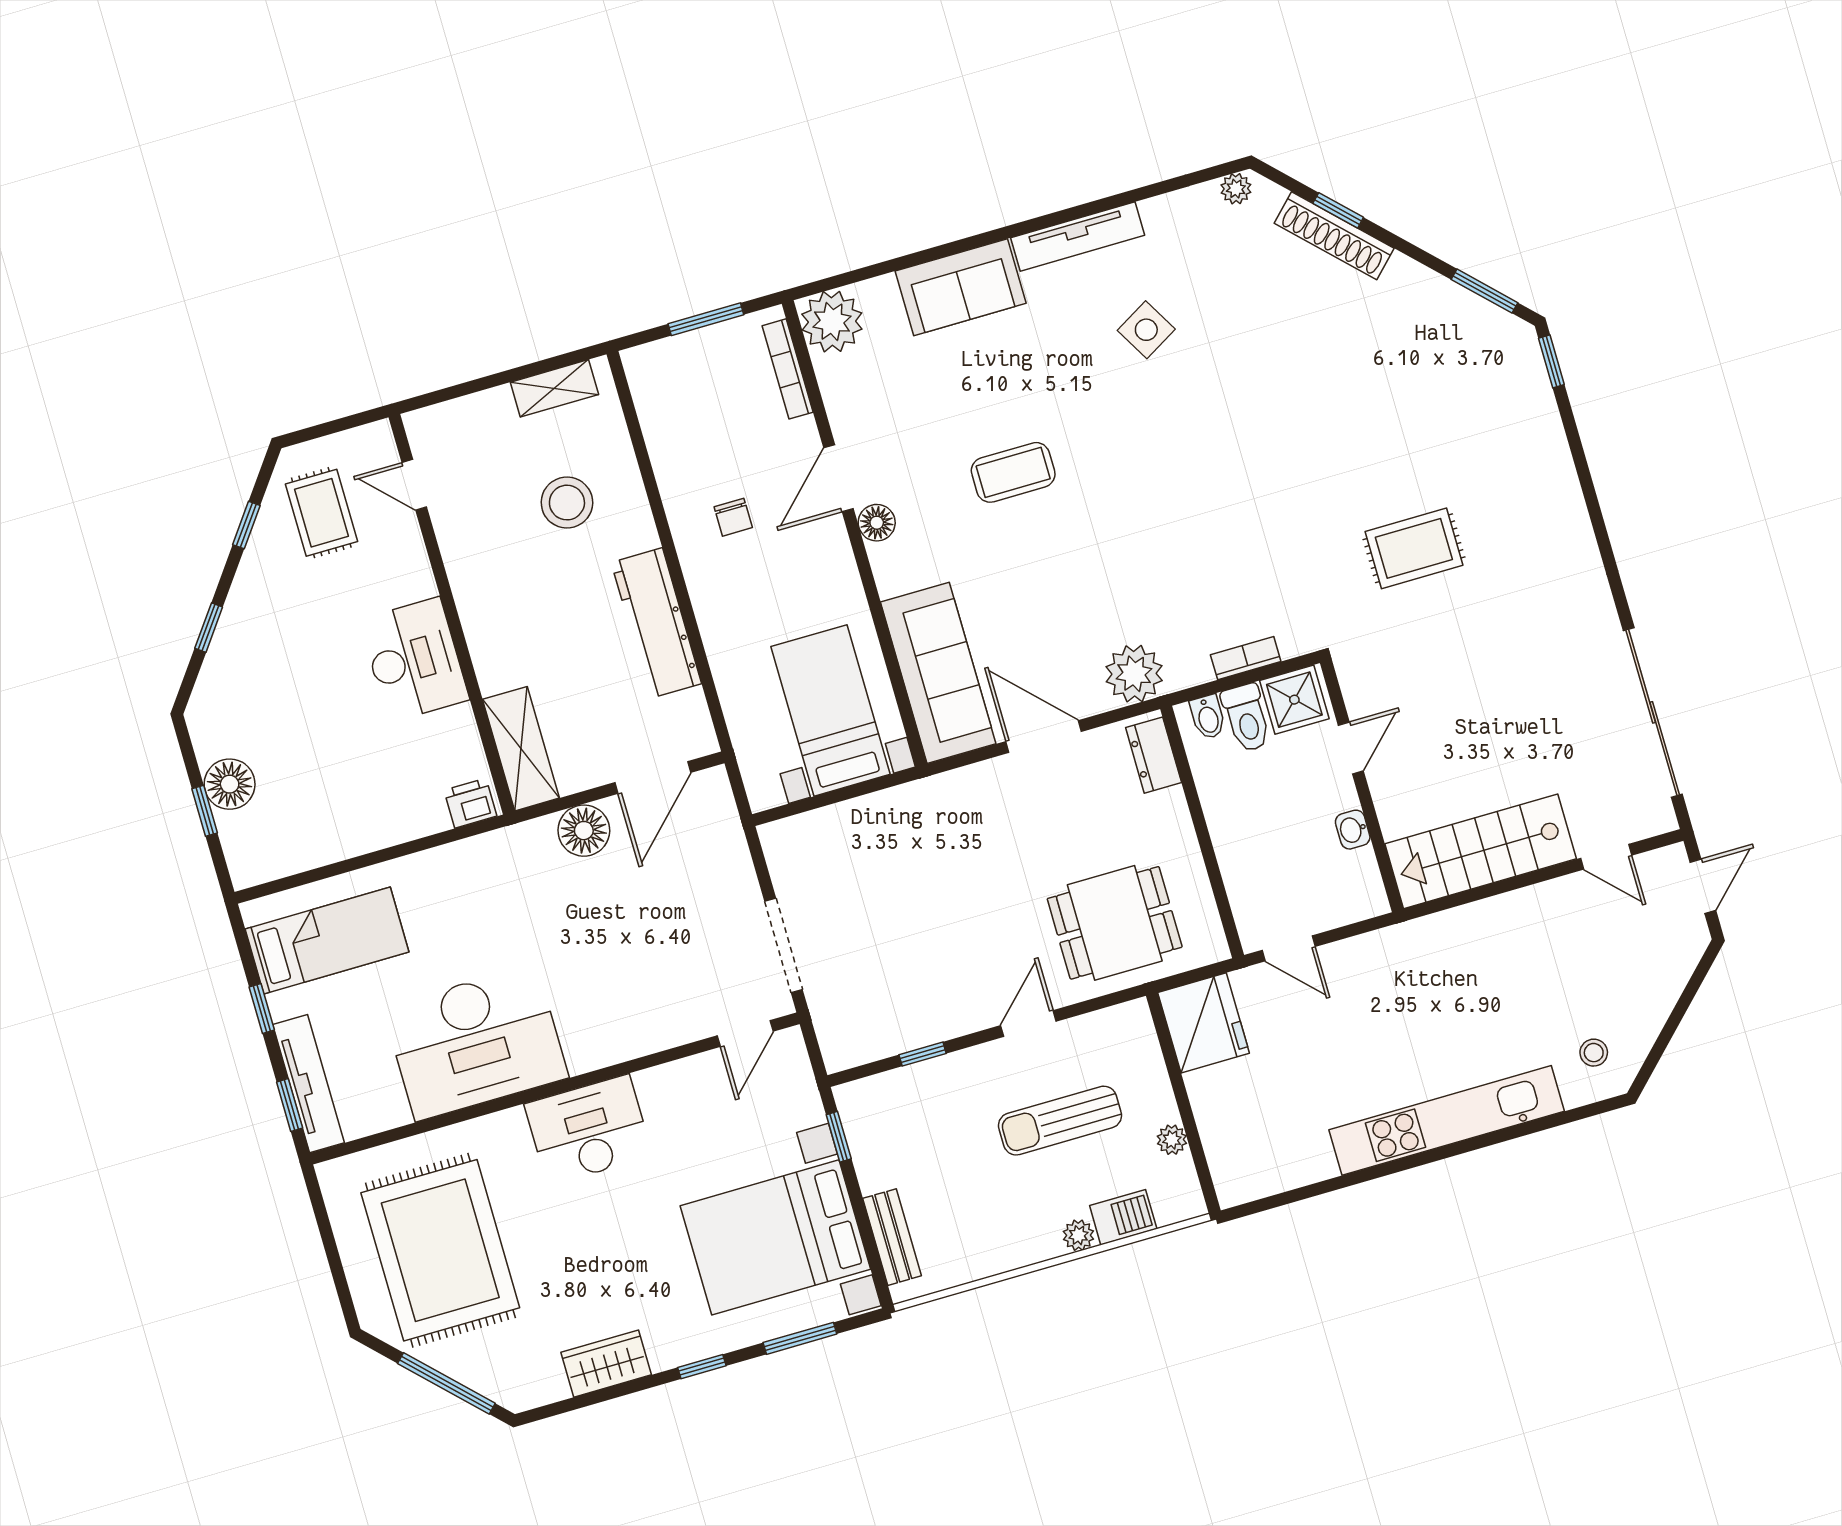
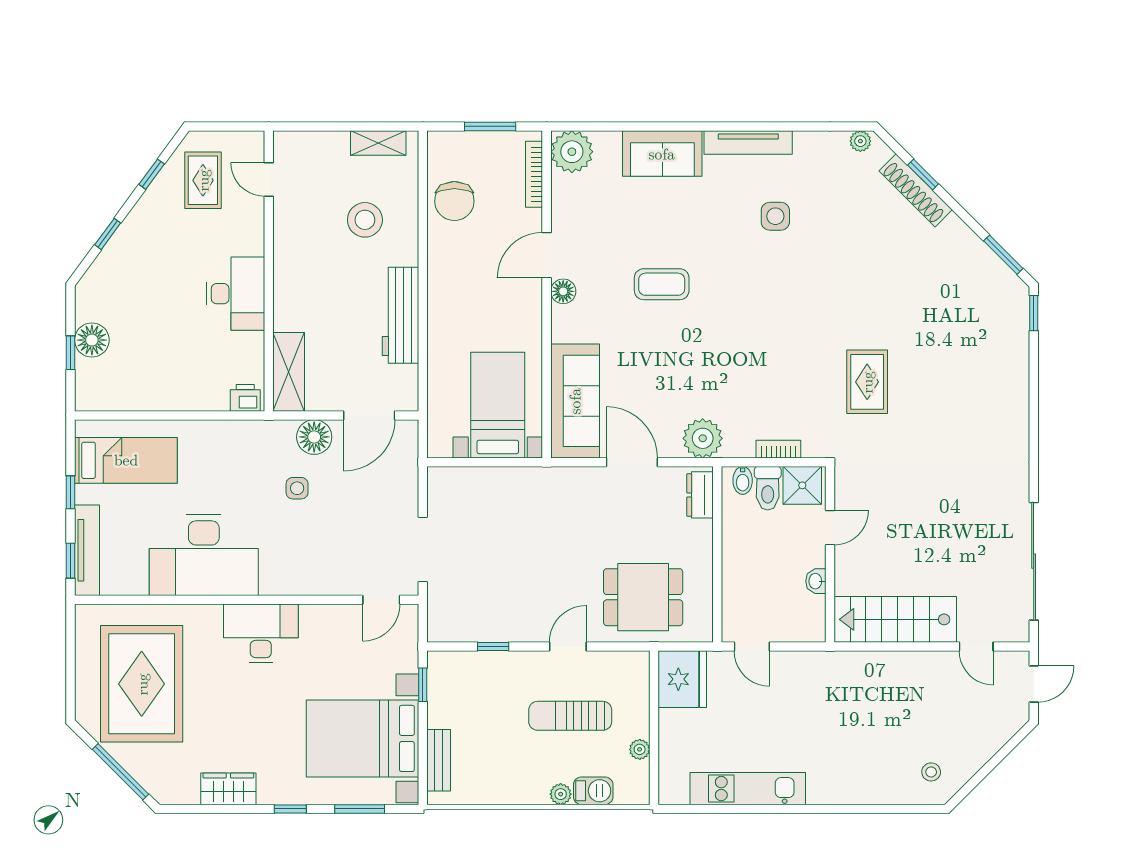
side table: (1146, 330) -> (775, 216), turned 30
chair: (733, 517) -> (454, 201), moved, width x1.87, depth x1.87
rug: (1414, 548) -> (867, 382), moved, turned 90
side table: (580, 910) -> (297, 488), added
kitchen unit: (1447, 1120) -> (748, 789), moved, width x0.73

